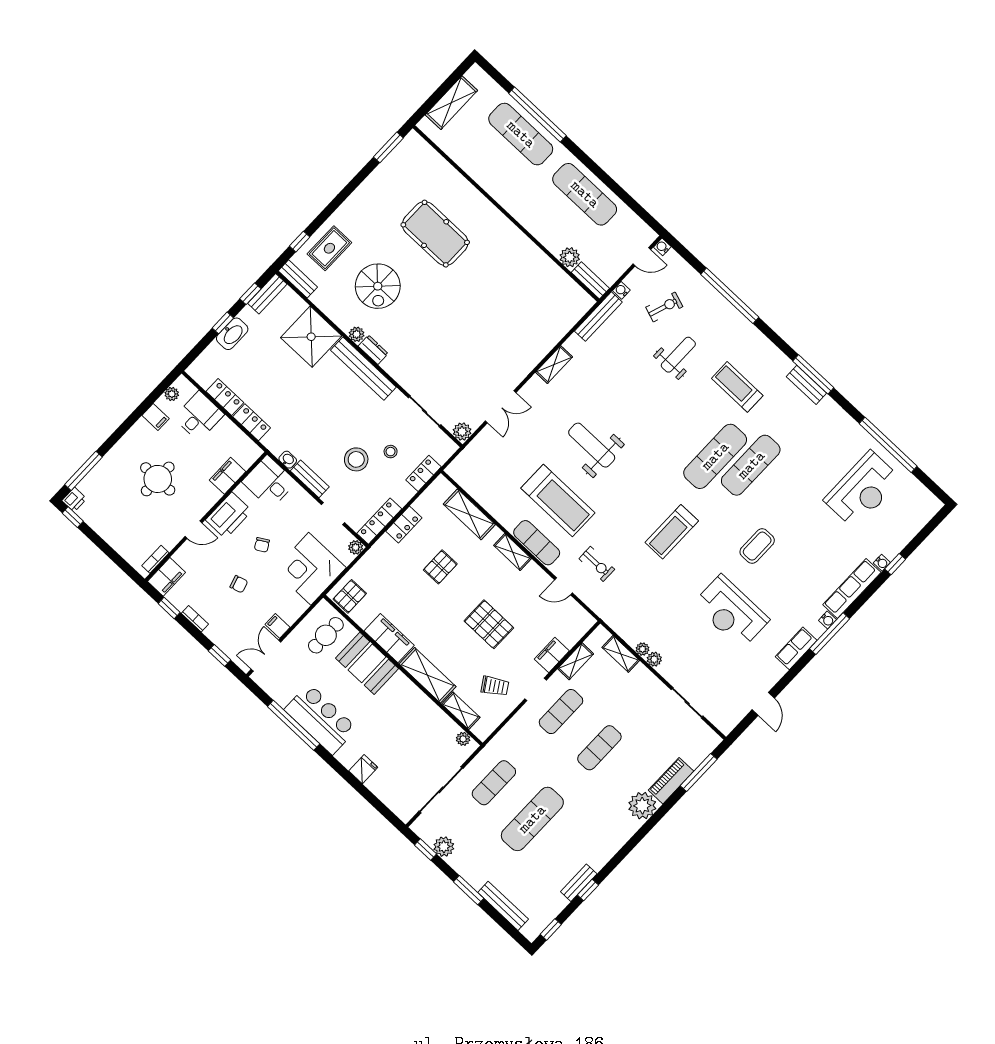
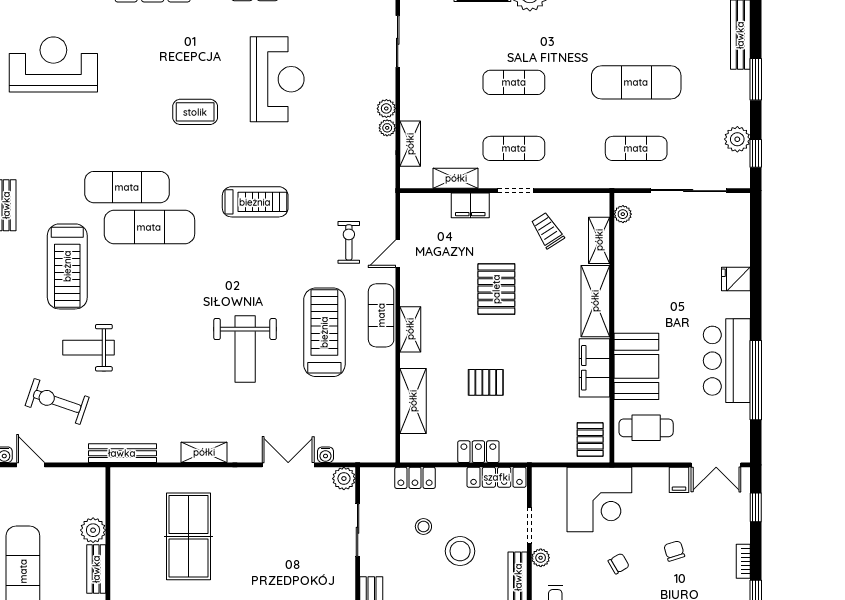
bench: (590, 280) -> (96, 569), moved
water cooler: (621, 290) -> (325, 455), moved
exercise bike: (664, 307) -> (57, 401), width x1.38, depth x1.39
table tennis table: (514, 309) -> (188, 536), added
treadmill: (737, 387) -> (67, 266), width x1.37, depth x1.38
plant: (356, 547) -> (541, 558), moved
door: (564, 586) -> (398, 254), swing flipped
pallet: (350, 596) -> (590, 440), turned 90

